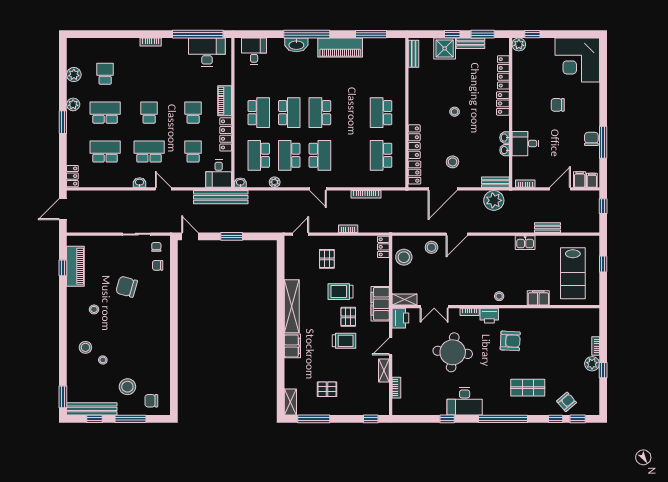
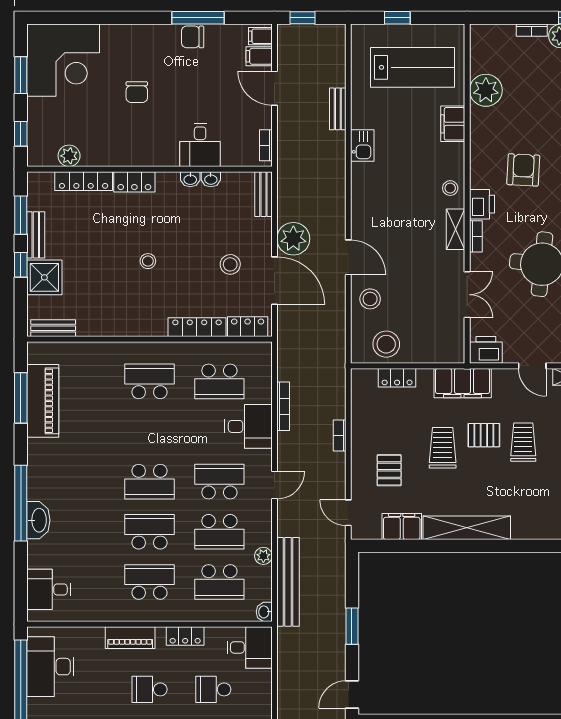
window: (568, 34) -> (21, 75), added
plant: (519, 44) -> (69, 156), moved
piano: (340, 47) -> (43, 401), moved
school desk: (381, 113) -> (149, 381), turned 180
locker: (226, 134) -> (185, 636), width x0.66
desk: (354, 173) -> (248, 426), added
bench: (221, 197) -> (288, 582), moved
plant: (494, 200) -> (293, 239), moved
locker: (383, 247) -> (397, 378), moved
pallet: (327, 259) -> (389, 470), turned 90
trolley: (341, 292) -> (443, 448), turned 180
shelving: (405, 300) -> (456, 229), moved
plant: (559, 318) -> (486, 90), added
filing cabinet: (292, 346) -> (402, 527), moved

